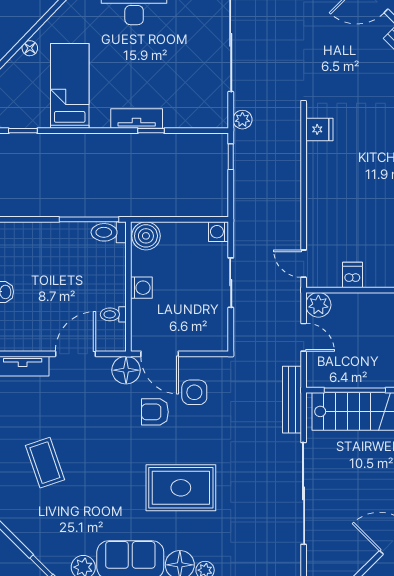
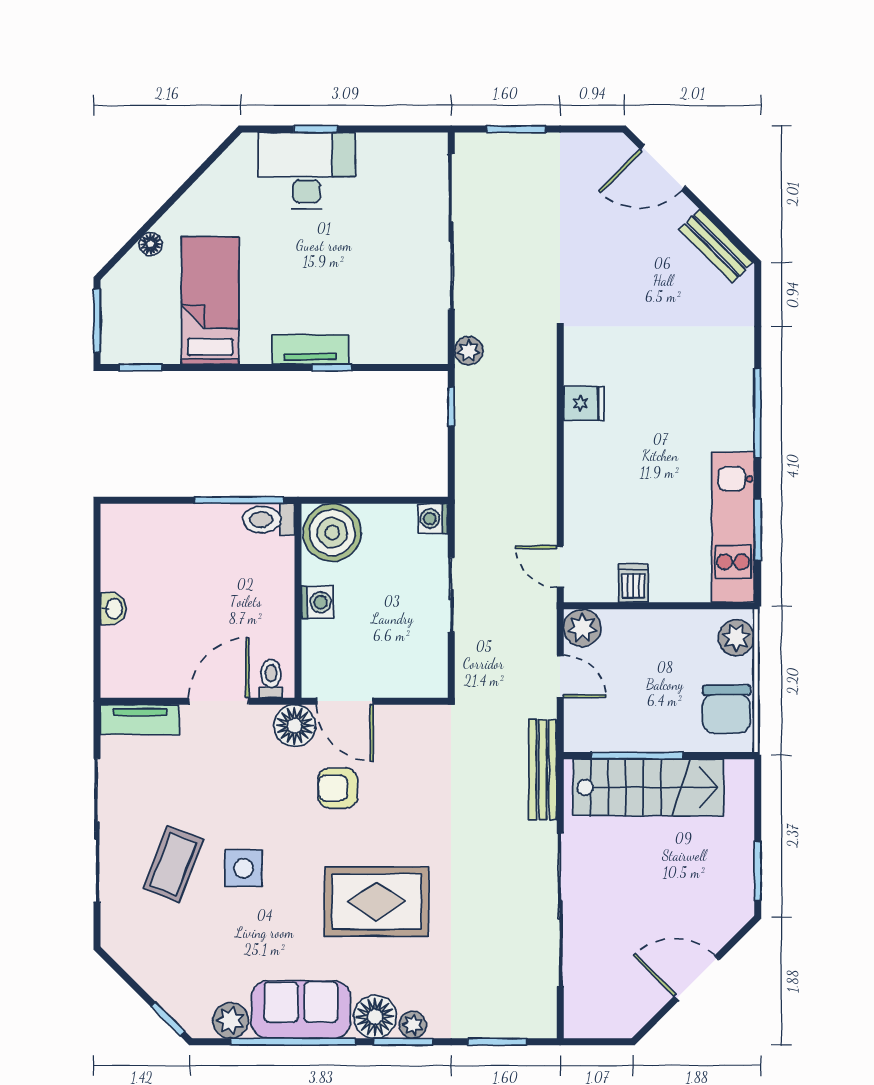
fridge: (319, 129) -> (584, 403), moved
boiler: (146, 236) -> (332, 533), width x1.37, depth x1.37
toilet: (113, 314) -> (271, 679), moved, turned 90
side table: (194, 392) -> (244, 868), moved
coffee table: (45, 463) -> (173, 864), turned 40

